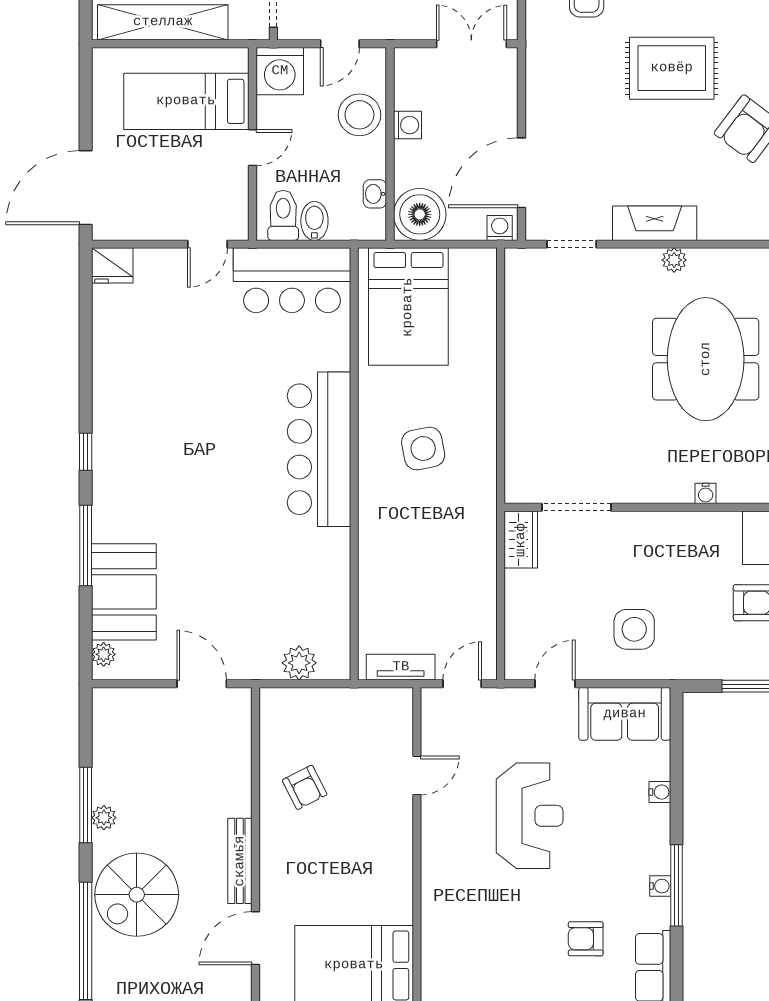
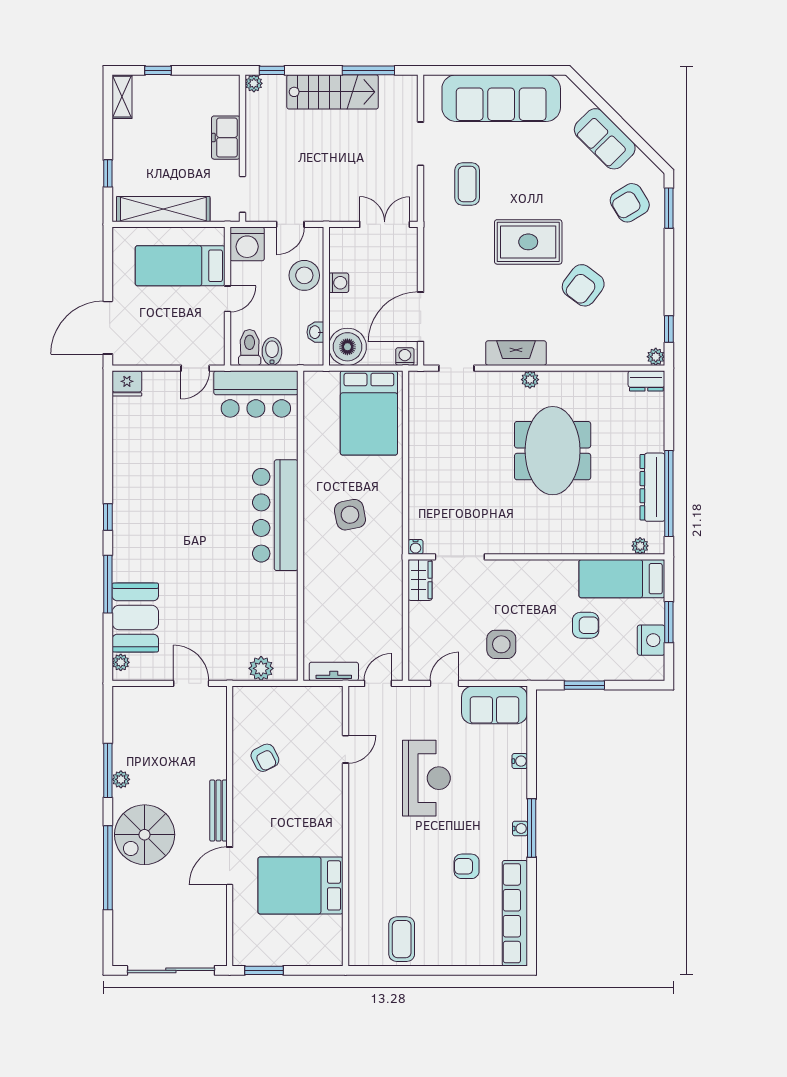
bed: (408, 307) -> (369, 413), moved
water cooler: (706, 493) -> (416, 547), moved

